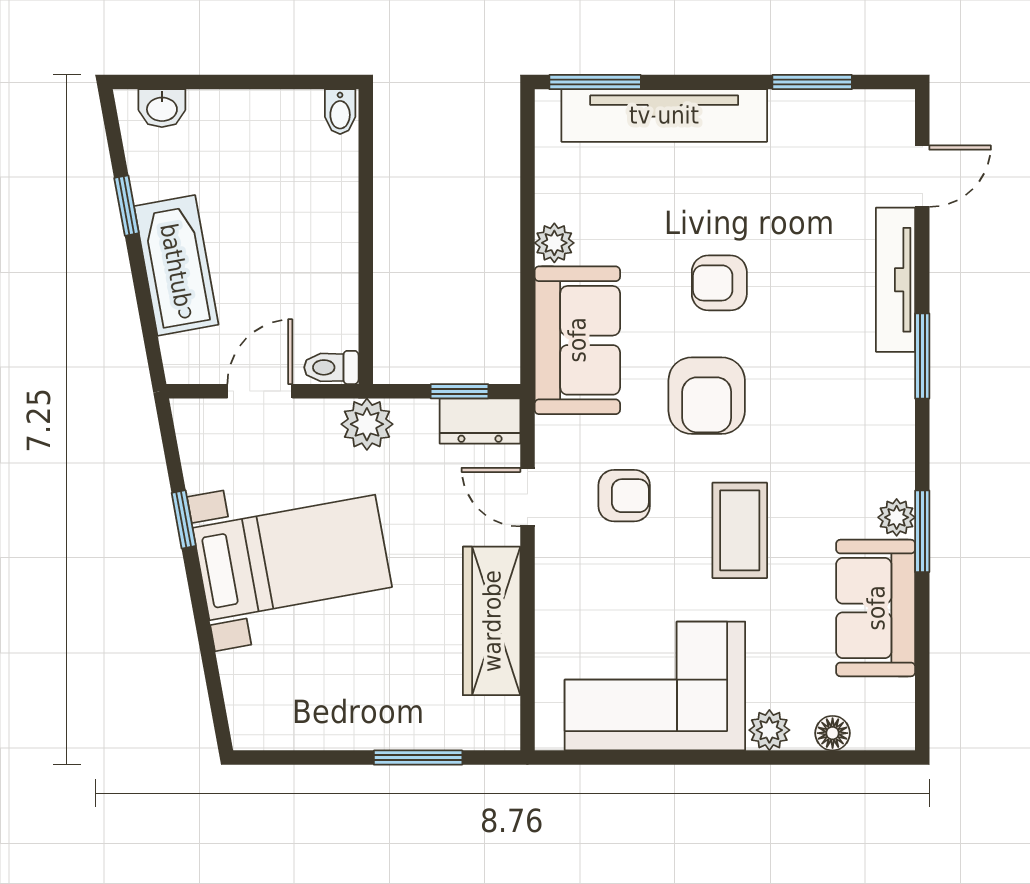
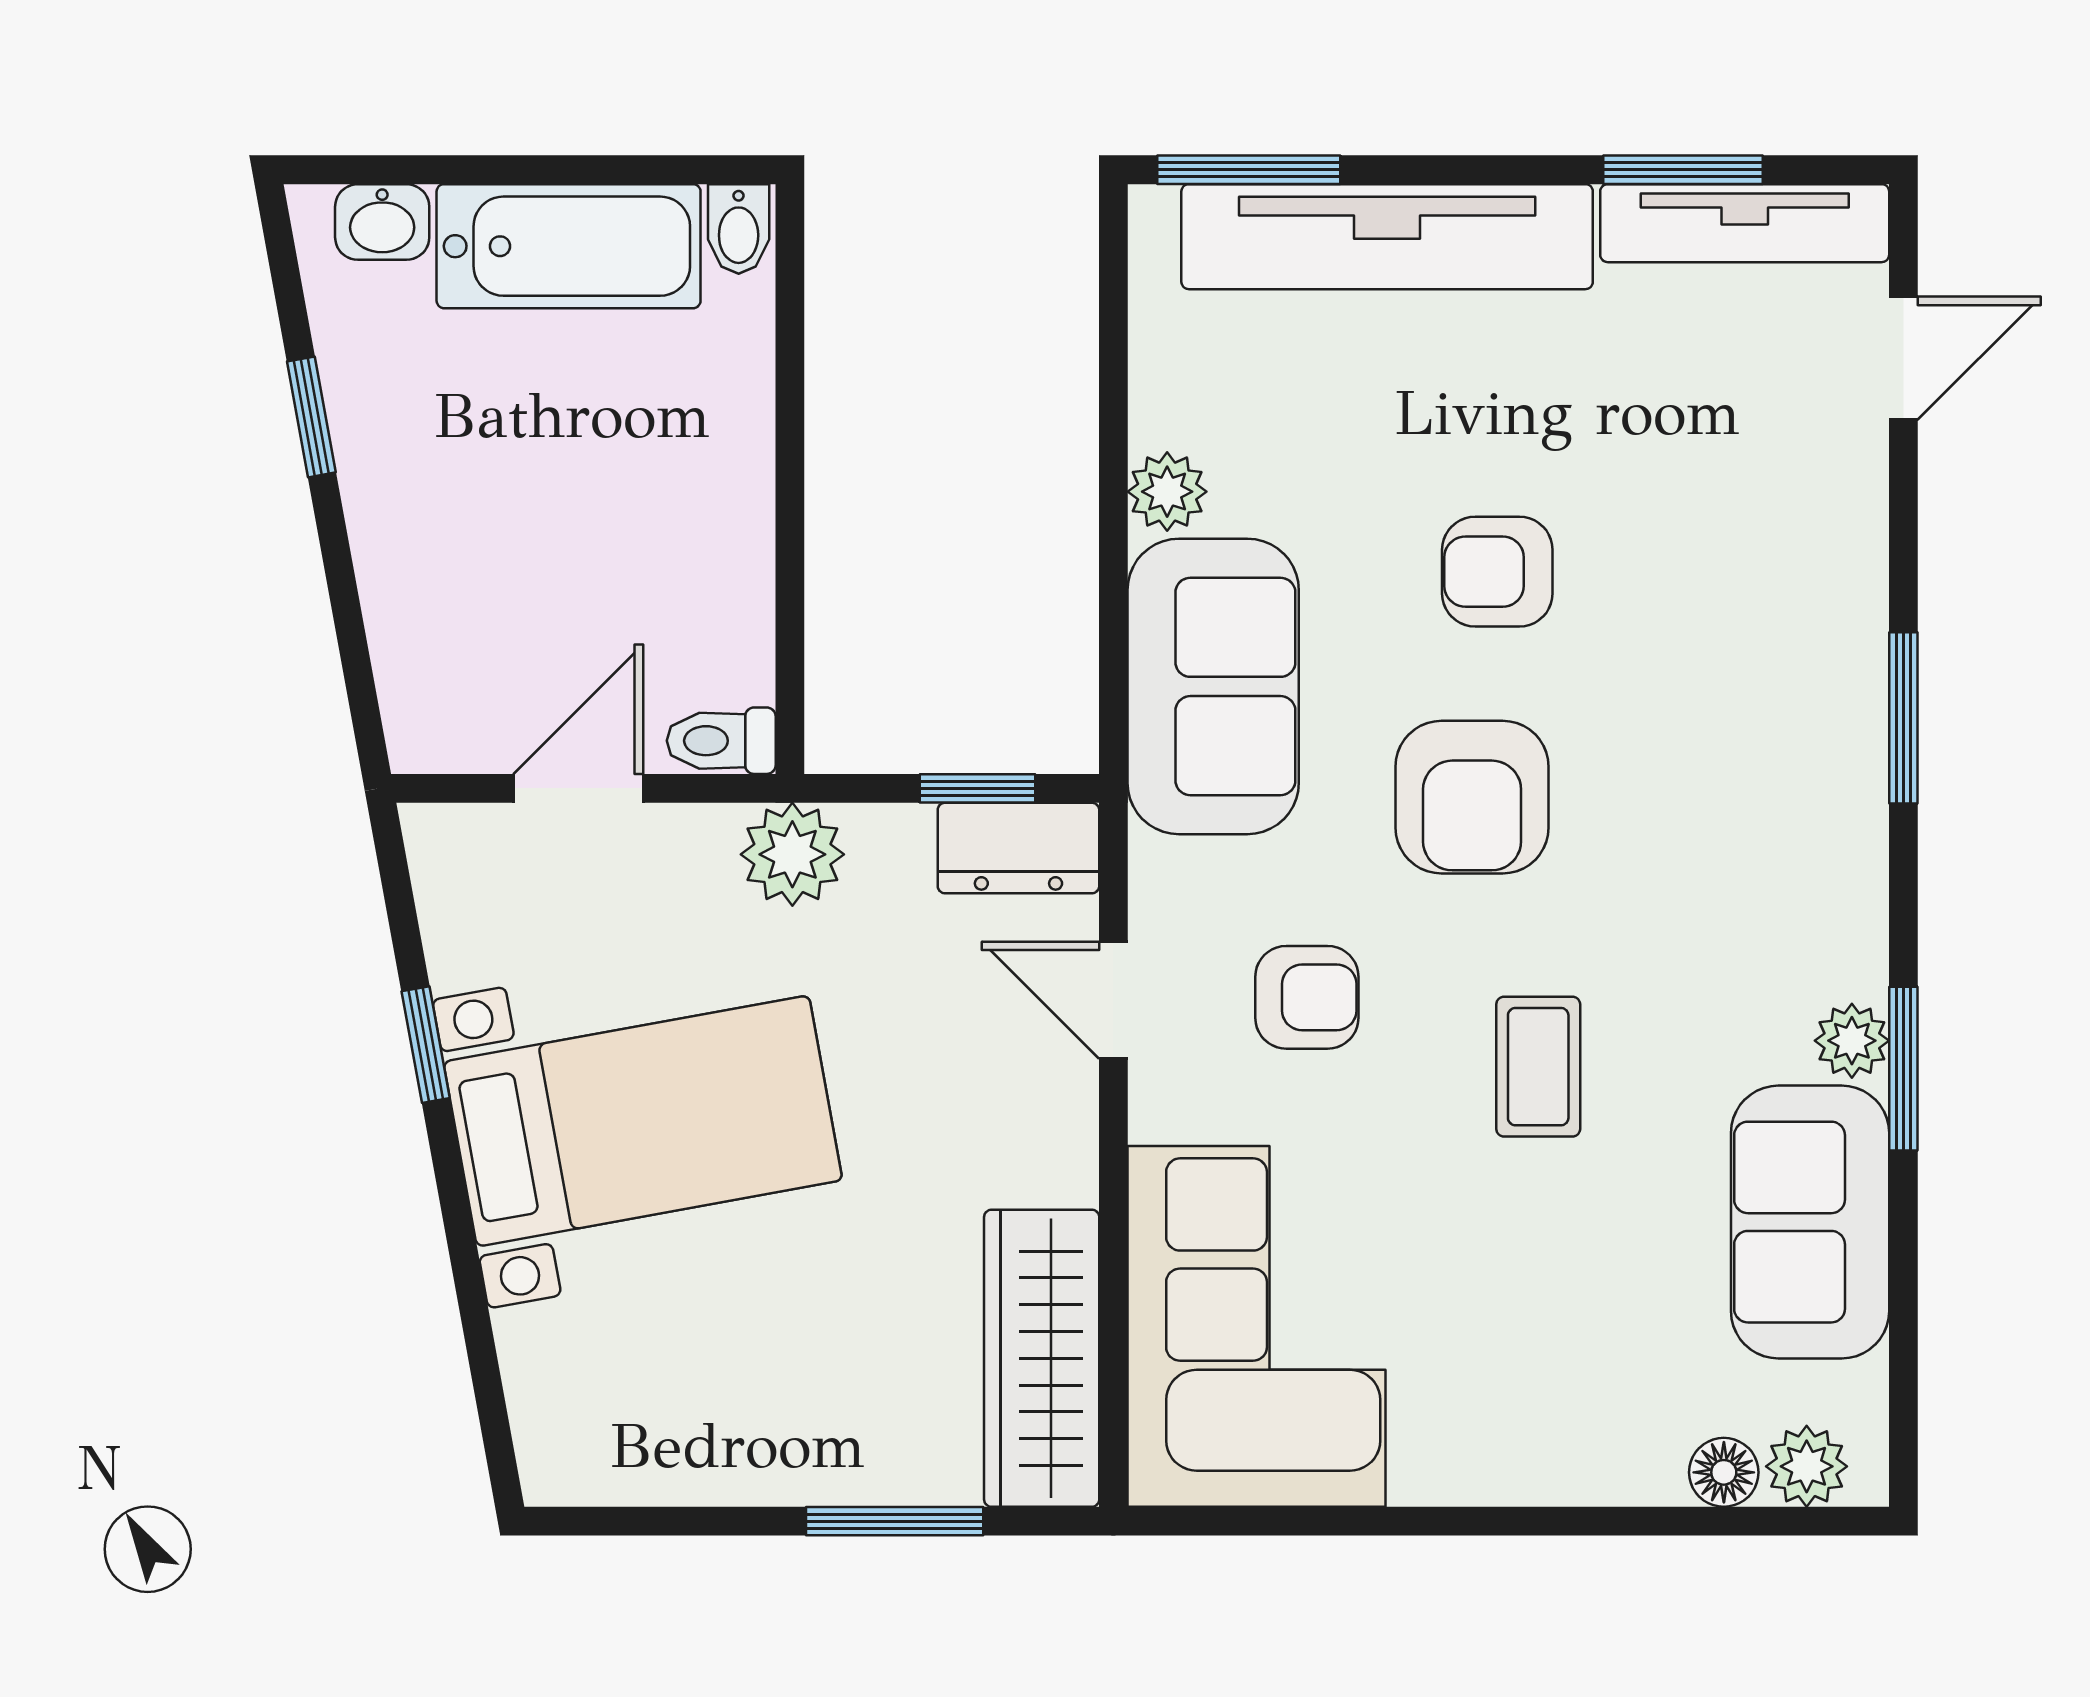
bathtub: (176, 265) -> (569, 246), moved, turned 100
tv unit: (896, 280) -> (1745, 223), moved, turned -90
coffee table: (740, 530) -> (1538, 1067), width x0.73, depth x0.77
wardrobe: (492, 621) -> (1042, 1358), moved
corner sofa: (655, 686) -> (1256, 1326), moved, turned 90
plant: (769, 730) -> (1807, 1466), moved

